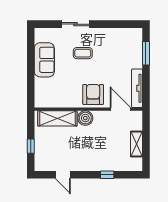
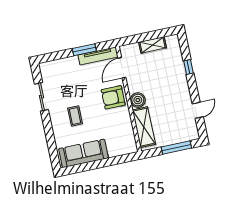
sliding door: (76, 24) -> (41, 97), moved
window: (146, 53) -> (84, 50), moved
sofa: (44, 60) -> (83, 153), width x1.36
window: (31, 146) -> (176, 147), width x2.17

